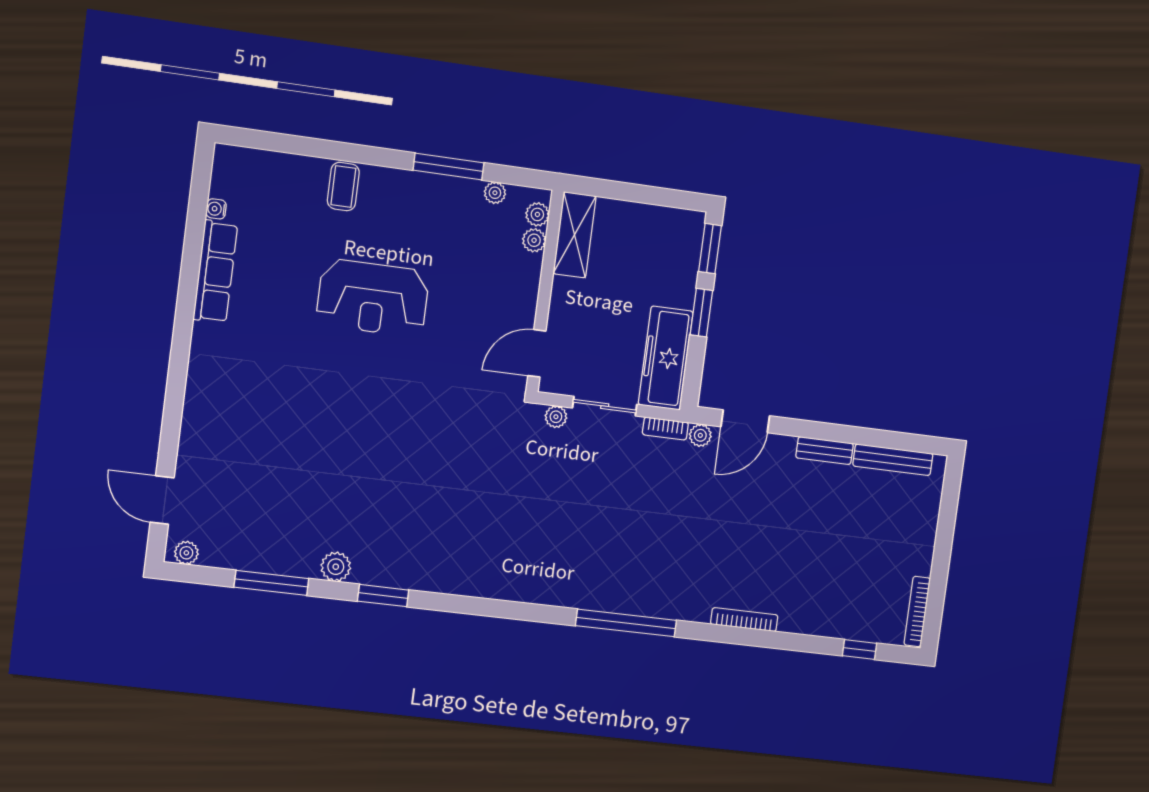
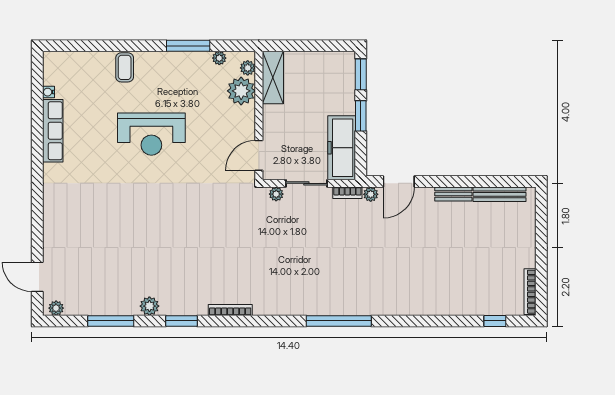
plant: (534, 240) -> (241, 91), width x1.87, depth x1.87
bookcase: (744, 620) -> (230, 310), moved

